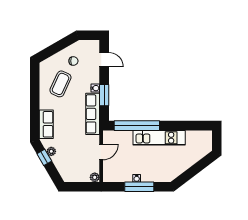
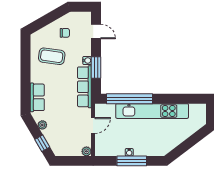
coffee table: (60, 84) -> (52, 56), turned 73
kitchen unit: (159, 138) -> (152, 111), width x1.36
window: (44, 157) -> (42, 143), moved

